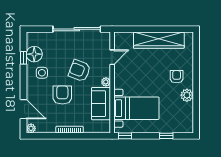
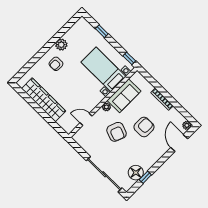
sliding door: (77, 29) -> (104, 174), moved
side table: (42, 73) -> (143, 155), removed
armchair: (62, 95) -> (144, 127), turned 180

